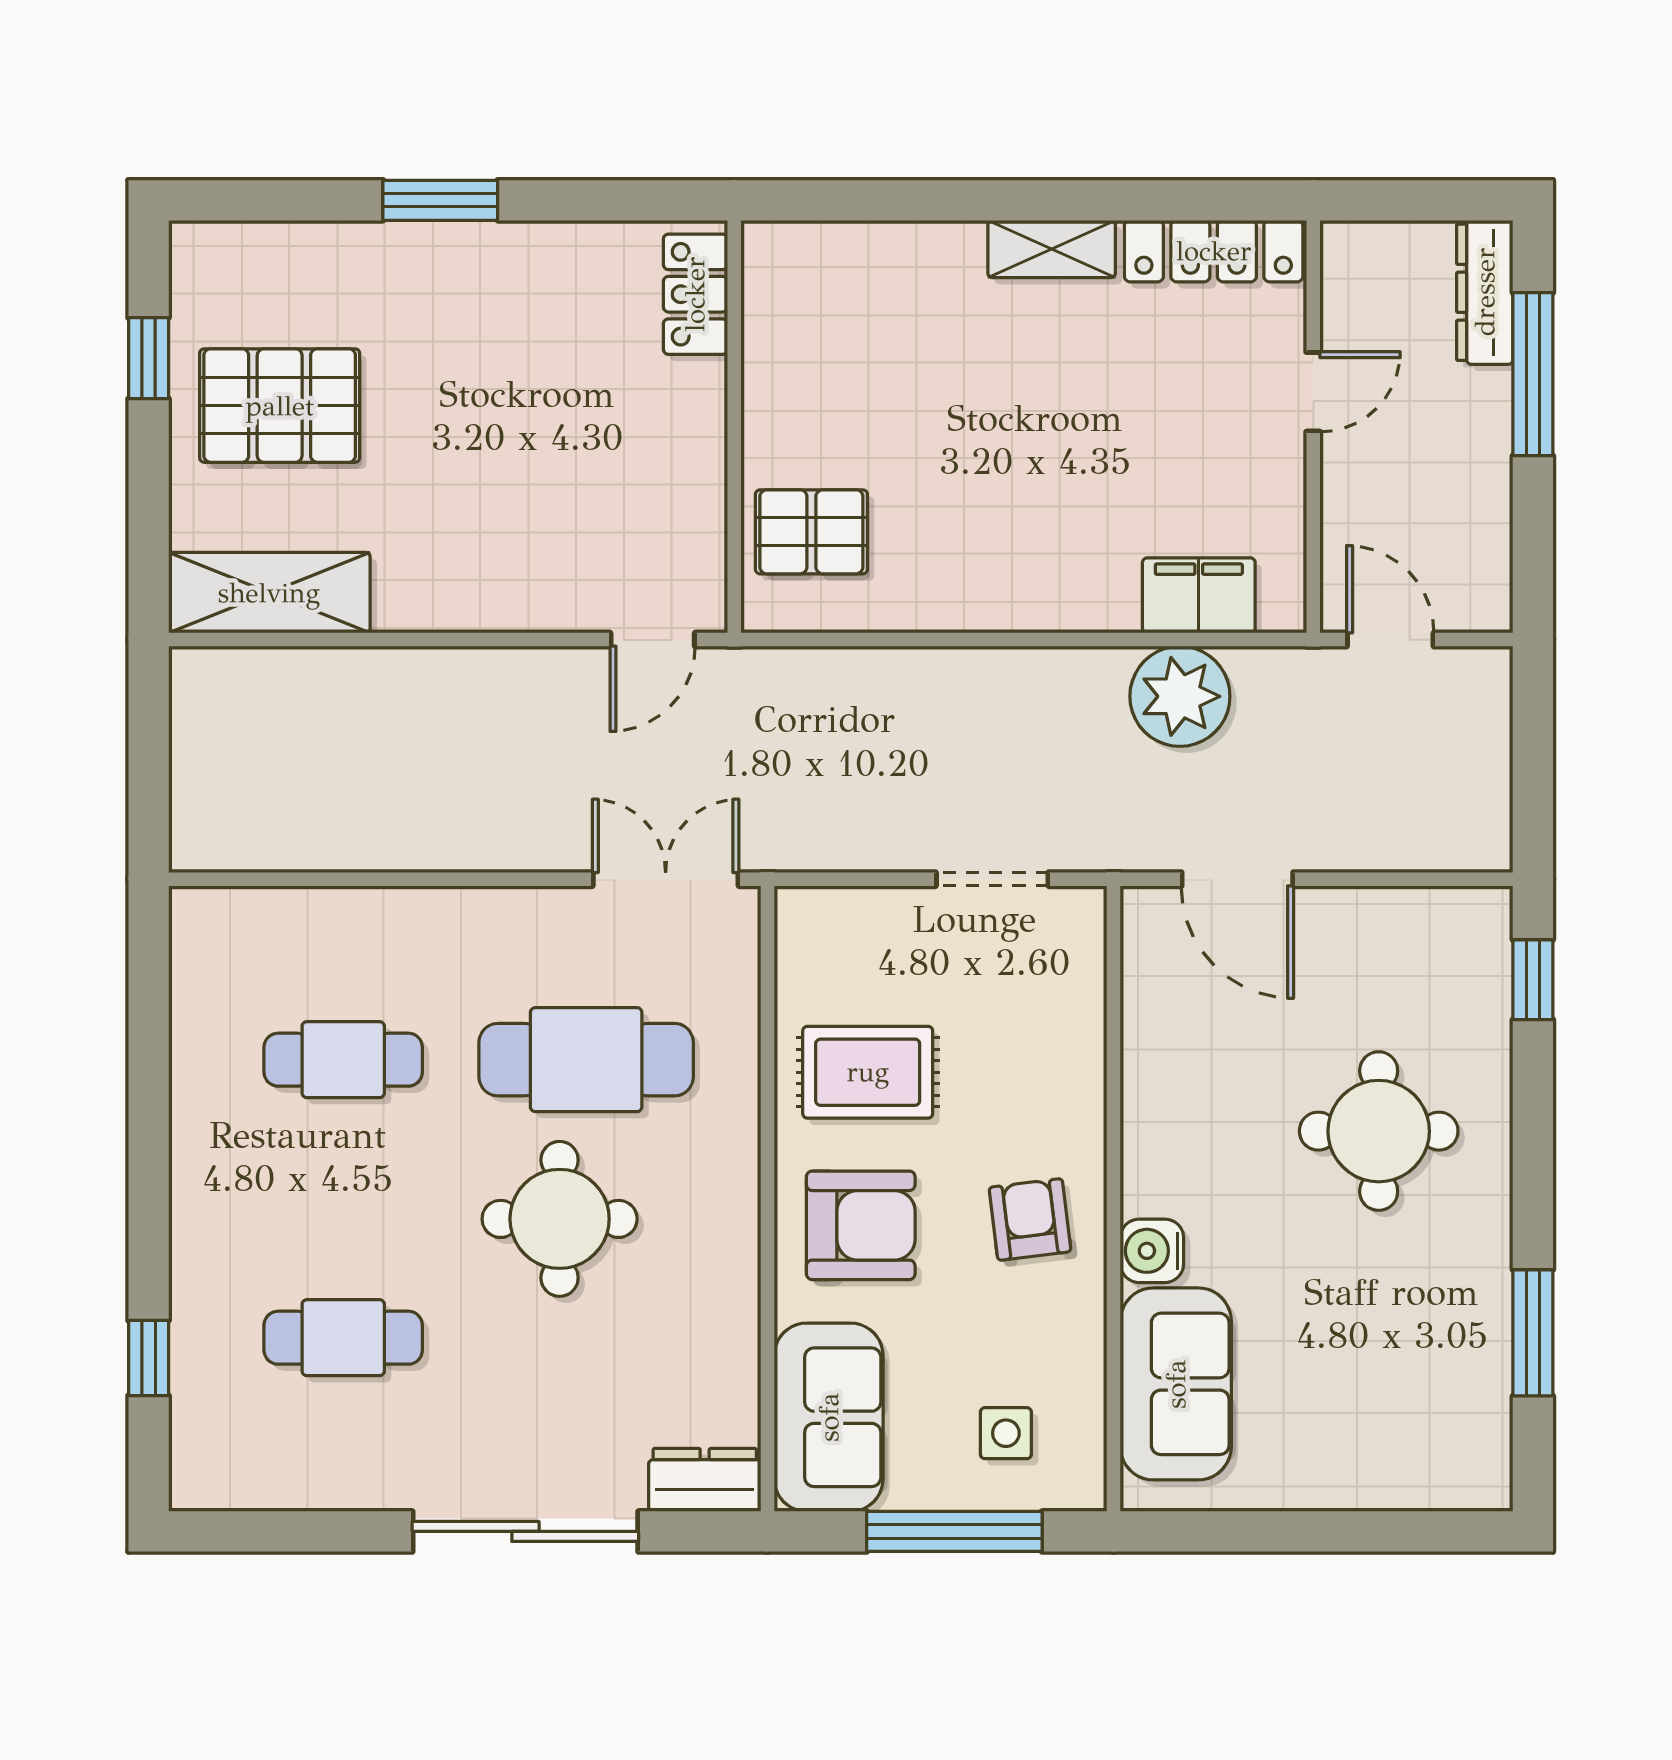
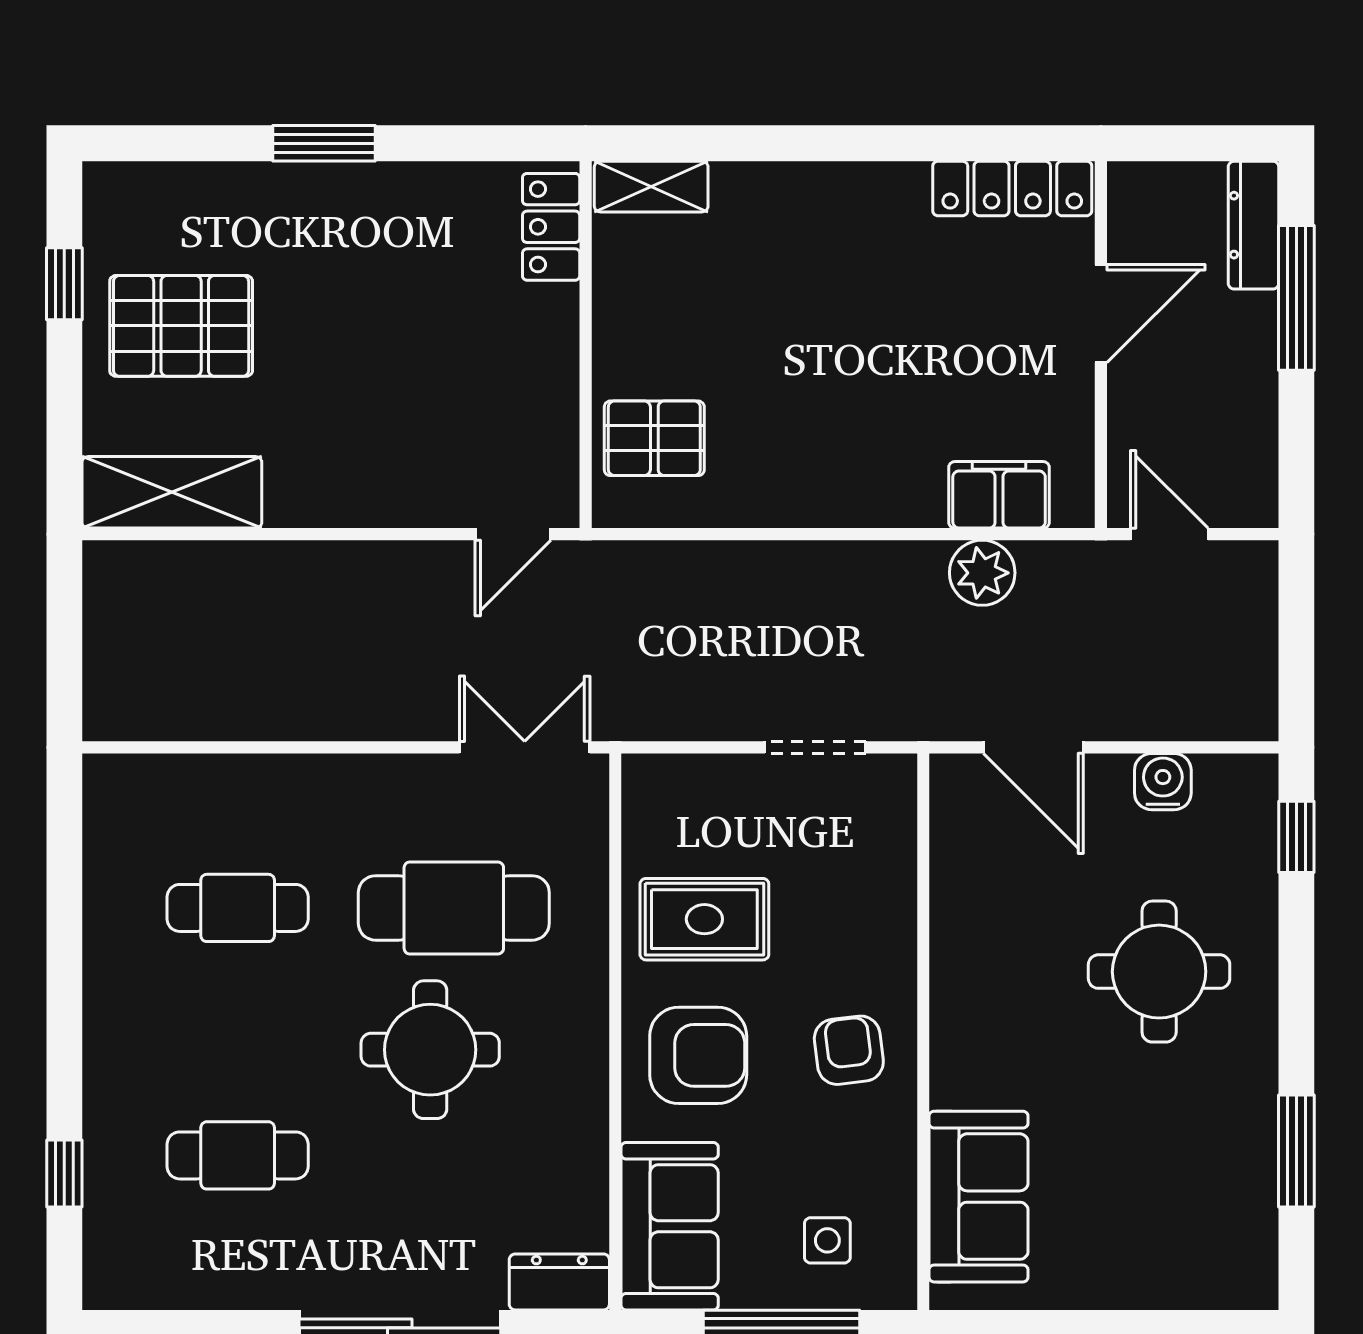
shelving: (1052, 249) -> (651, 187), moved
door: (1313, 392) -> (1101, 314), width x1.38
plant: (1180, 696) -> (982, 573), width x0.73, depth x0.73
water cooler: (1152, 1251) -> (1163, 782), moved, turned 90

